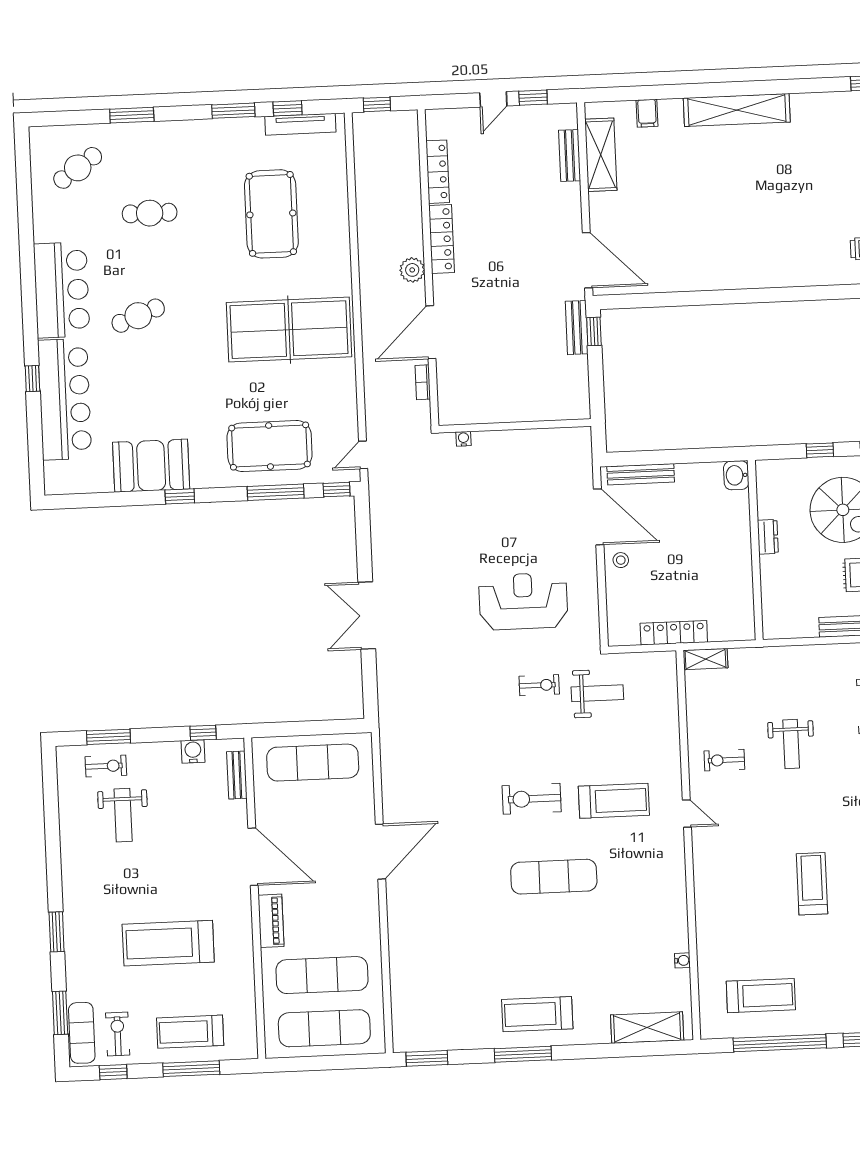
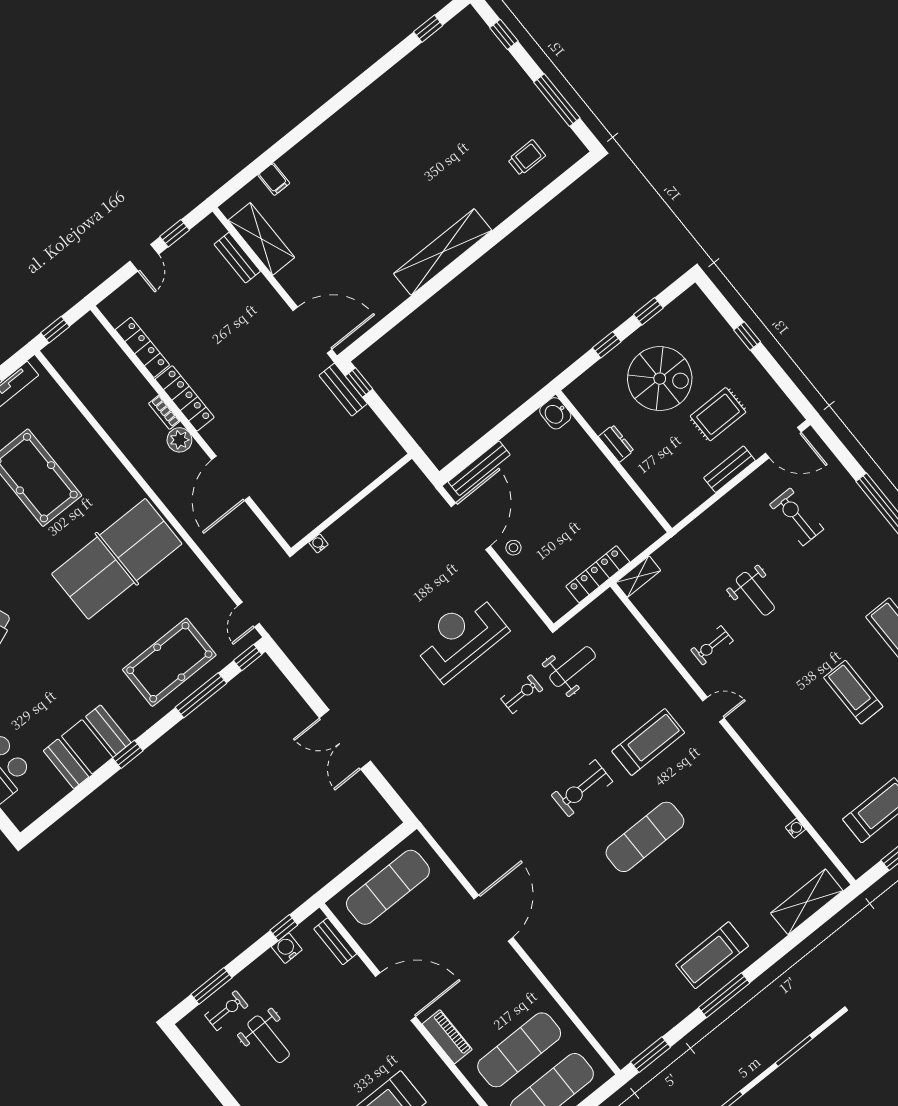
shelving: (737, 110) -> (443, 252), moved
bookcase: (423, 382) -> (164, 412), moved
door: (599, 517) -> (471, 526), hinge flipped

